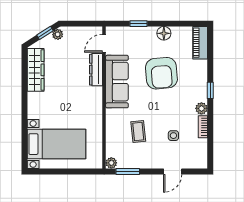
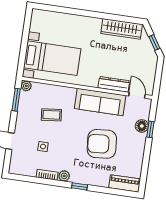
floor lamp: (164, 33) -> (142, 126), moved
plant: (58, 34) -> (151, 54), removed
bed with nightstands: (56, 144) -> (52, 58), moved, turned -90

